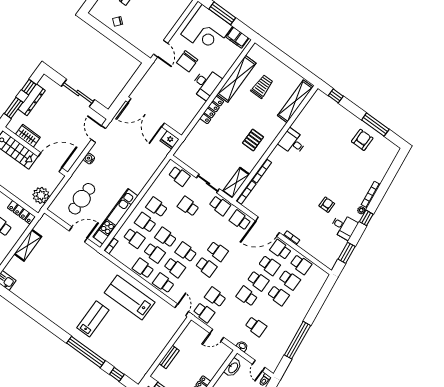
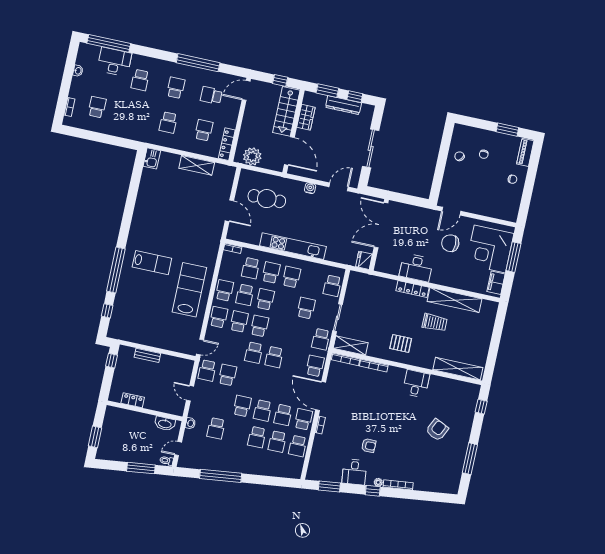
desk: (206, 84) -> (416, 268), moved
trolley: (262, 86) -> (435, 322), moved
armchair: (362, 140) -> (437, 430), moved, turned -65
kitchen unit: (115, 216) -> (293, 246), moved
school desk: (175, 268) -> (239, 322), turned 180

